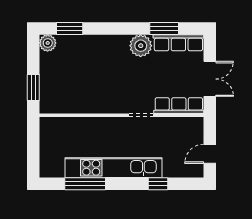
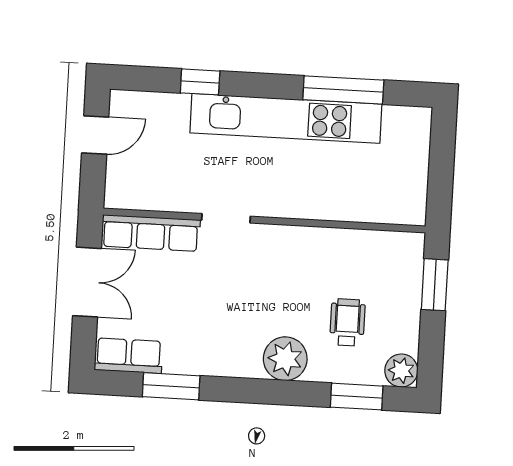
row of seats: (178, 43) -> (129, 356), width x0.68
plant: (141, 46) -> (285, 359), moved
wheelchair: (76, 66) -> (347, 322), added
double door: (210, 79) -> (87, 282), swing flipped

